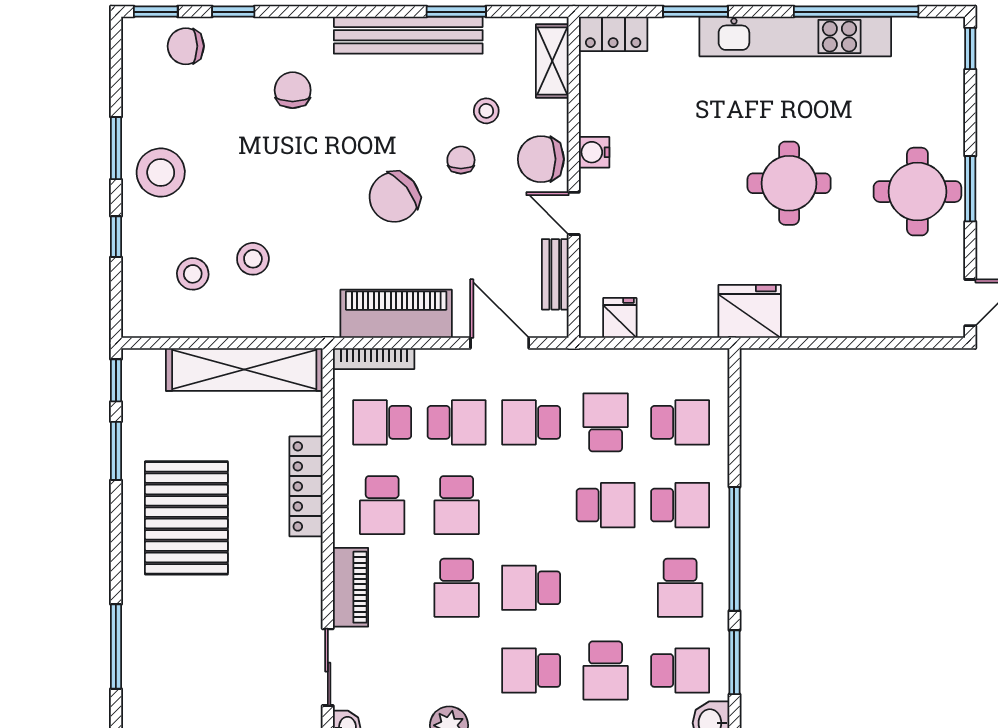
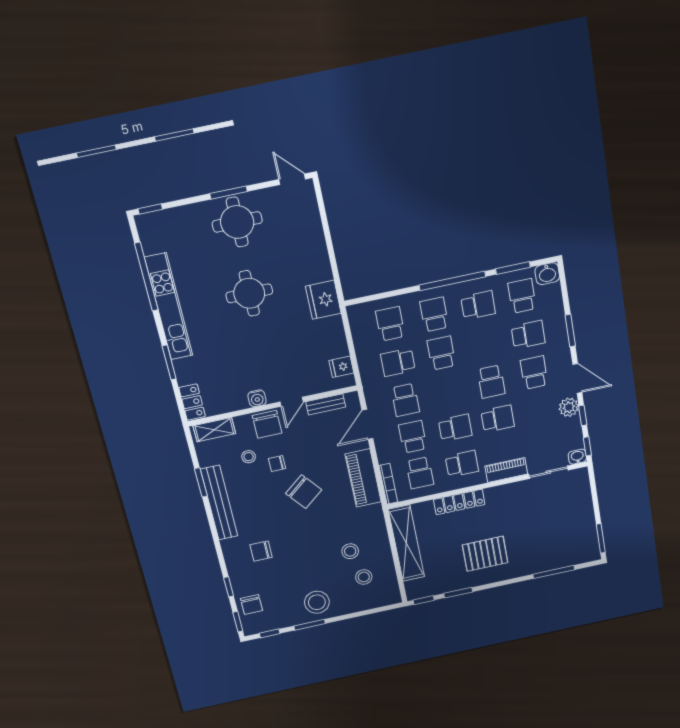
window: (116, 237) -> (270, 633), moved
pallet: (186, 518) -> (485, 554), width x0.73, depth x0.71
school desk: (531, 670) -> (534, 373), turned 180

